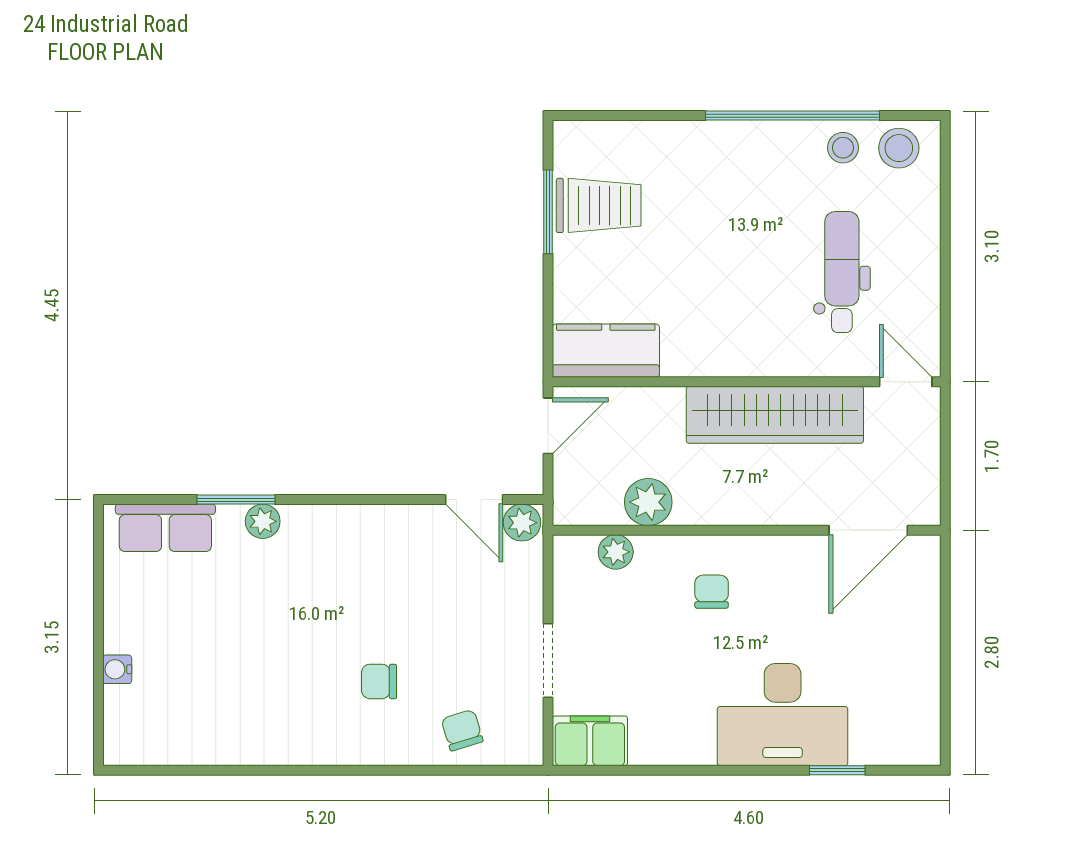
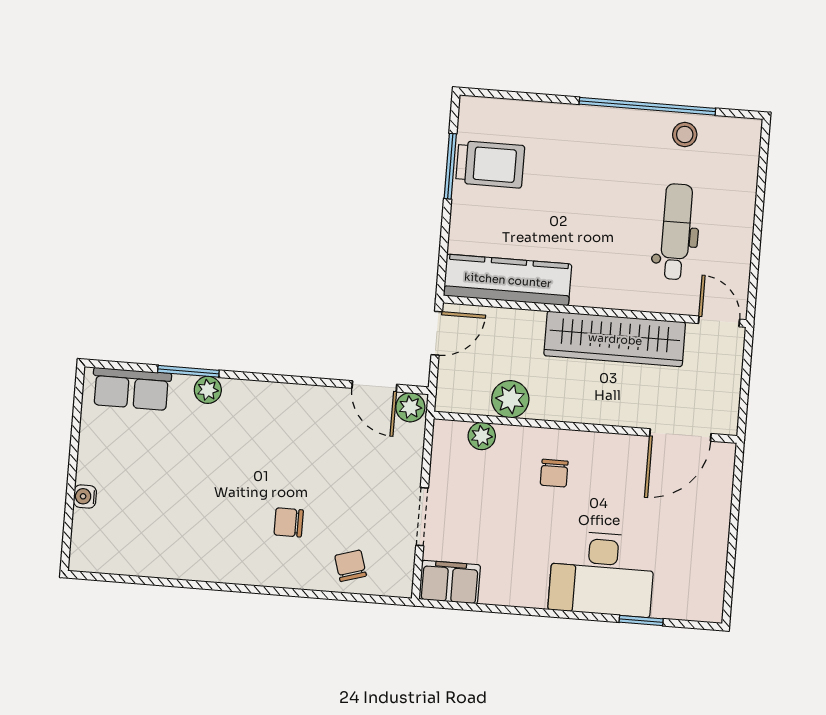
stool: (899, 148) -> (728, 138), removed
kitchen counter: (606, 351) -> (508, 280), width x1.50
chair: (712, 592) -> (554, 473), turned 180

